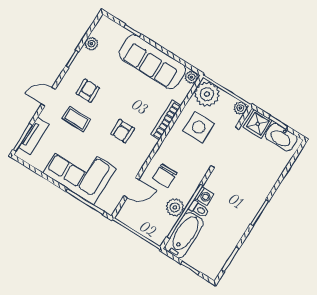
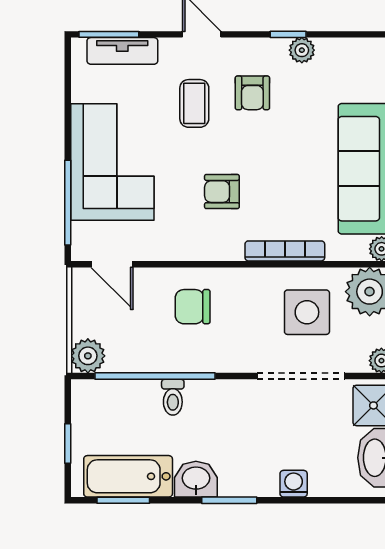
plant: (91, 44) -> (302, 50), moved
armchair: (88, 91) -> (252, 93), turned 90
door: (131, 188) -> (112, 264), moved
washing machine: (204, 196) -> (294, 484), moved, turned 180
plant: (175, 207) -> (88, 356), moved
washbasin: (241, 222) -> (196, 479), added
bathtub: (184, 235) -> (128, 476), moved, turned 180

